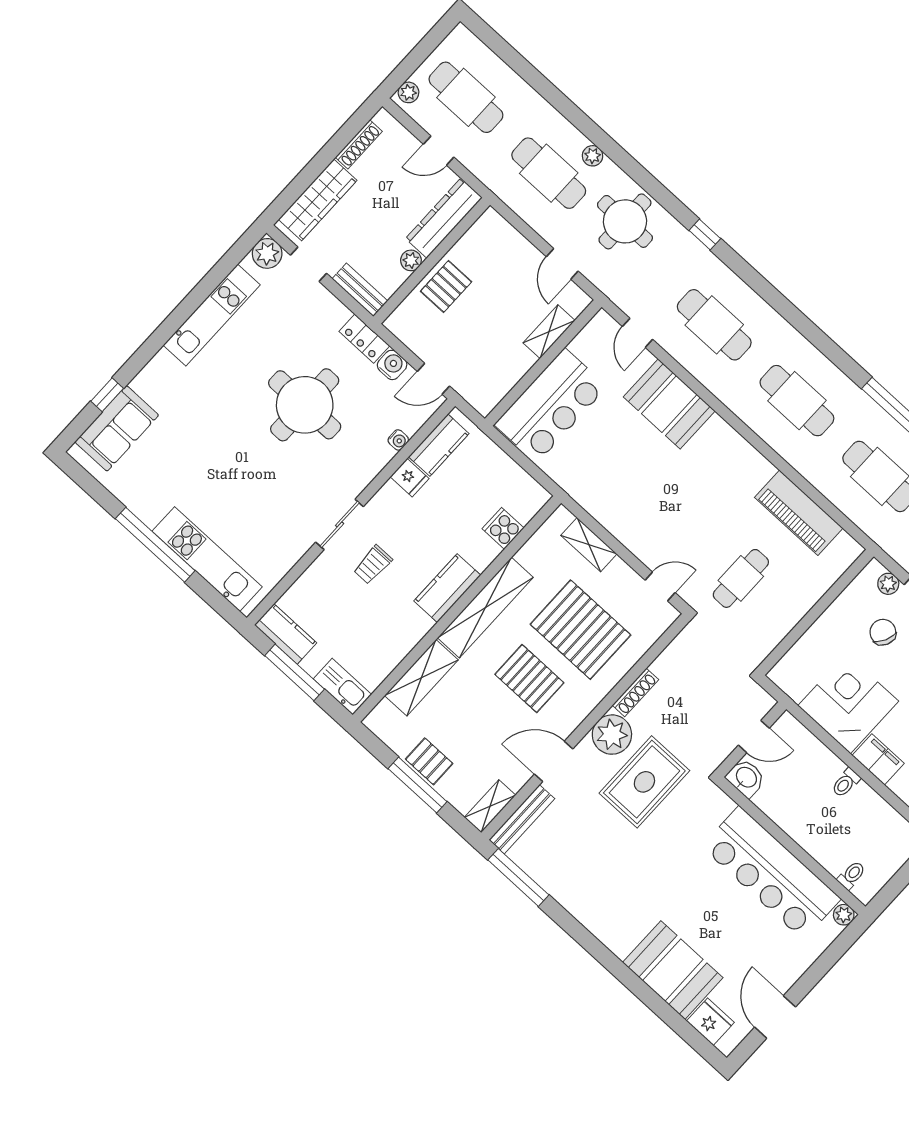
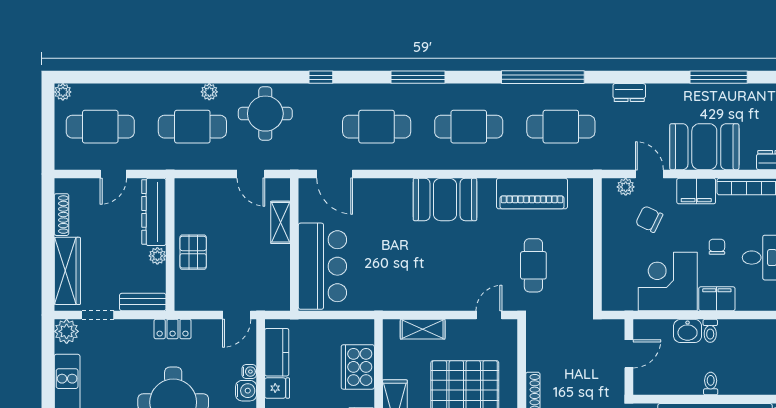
plant: (408, 92) -> (63, 92), moved
window: (792, 314) -> (418, 77), added
door: (638, 333) -> (335, 174), width x1.38
water cooler: (392, 365) -> (246, 391), moved, turned 90
booth: (669, 404) -> (445, 199), moved
cooker: (503, 528) -> (358, 367), width x1.87, depth x1.31
washbasin: (746, 778) -> (688, 331), moved, turned 180
toilet: (852, 875) -> (711, 384), moved

